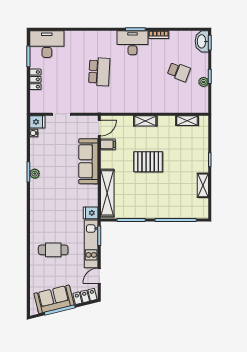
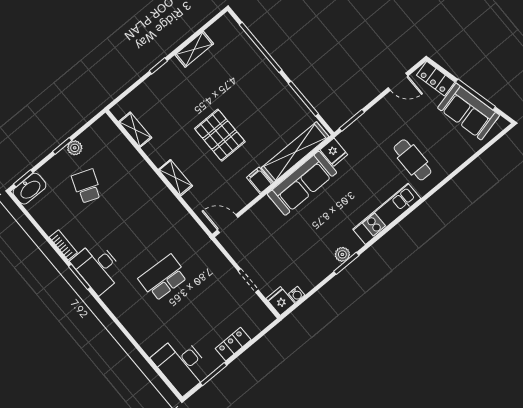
filing cabinet: (108, 144) -> (259, 180), moved
sofa: (88, 161) -> (302, 183), moved
kitchen unit: (91, 244) -> (387, 214), moved, turned 180

